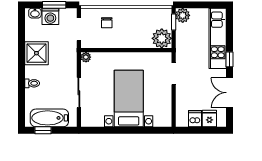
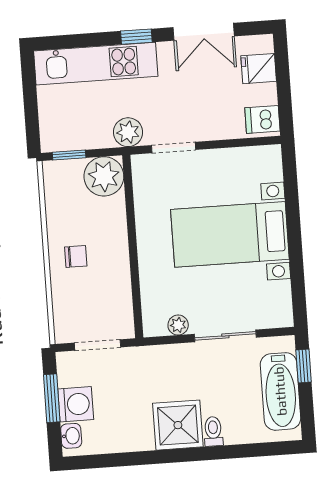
plant: (183, 15) -> (128, 132), moved
chair: (107, 23) -> (76, 256), moved
shower: (36, 53) -> (178, 425), moved
plant: (86, 57) -> (178, 325), moved
dishwasher: (195, 119) -> (262, 119), moved
window: (43, 130) -> (304, 366), moved

